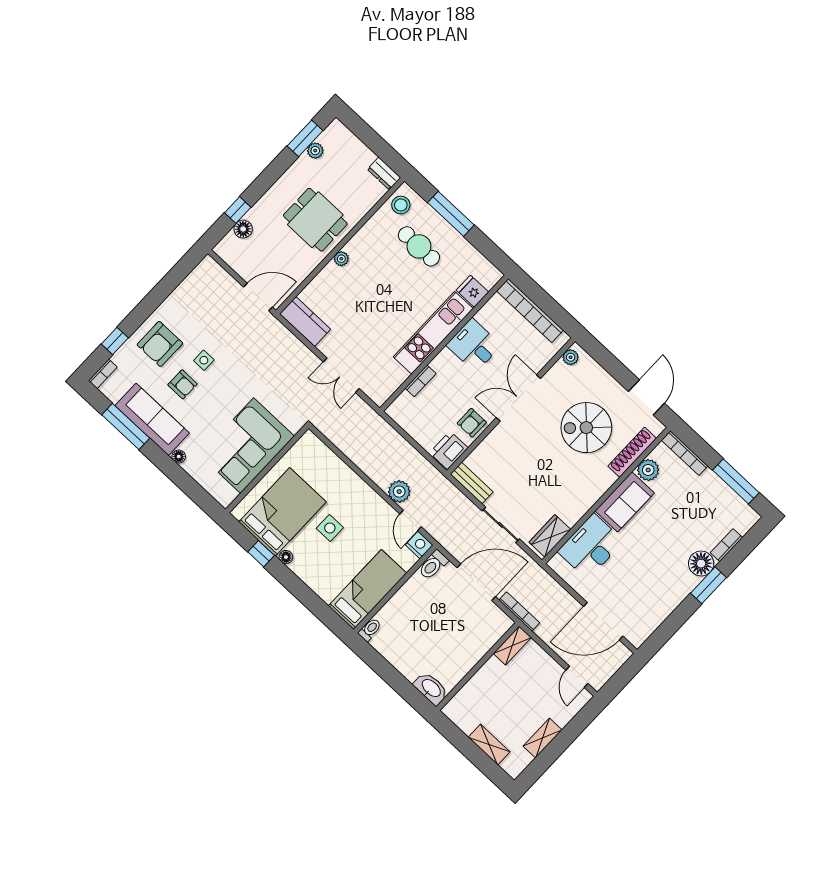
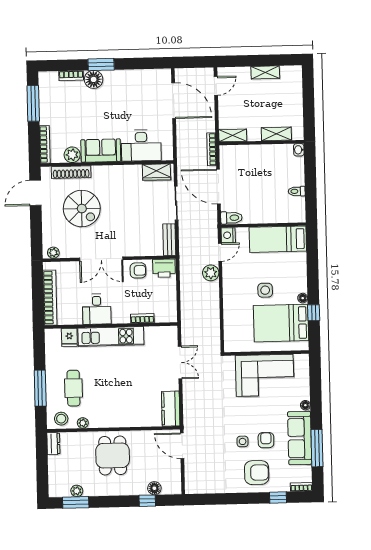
plant: (341, 259) -> (83, 423), moved
toilet: (370, 630) -> (297, 191), moved
washbasin: (431, 688) -> (299, 150), width x0.52, depth x0.69
shelving: (489, 745) -> (276, 134), moved, turned 90

